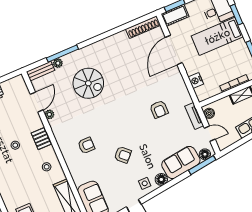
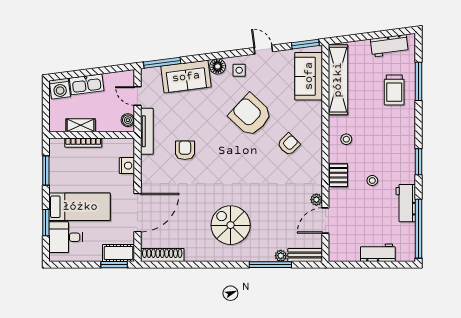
spiral stairs: (88, 83) -> (231, 225), moved
tv unit: (194, 116) -> (147, 131), width x1.41
armchair: (86, 145) -> (289, 144), turned 135
floor lamp: (205, 154) -> (154, 74), removed
armchair: (123, 155) -> (250, 115), width x1.88, depth x1.88

